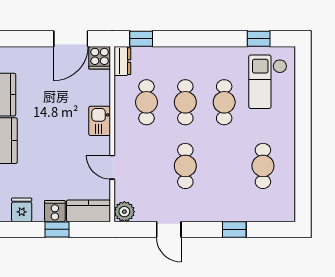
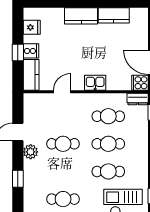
plant: (124, 212) -> (31, 152), moved

